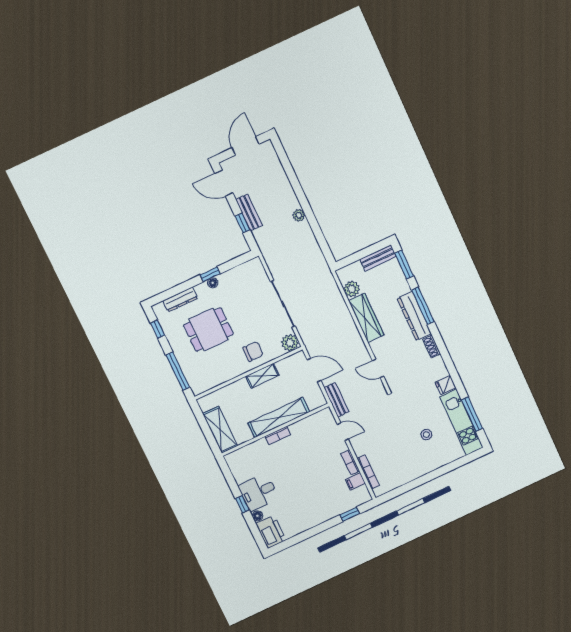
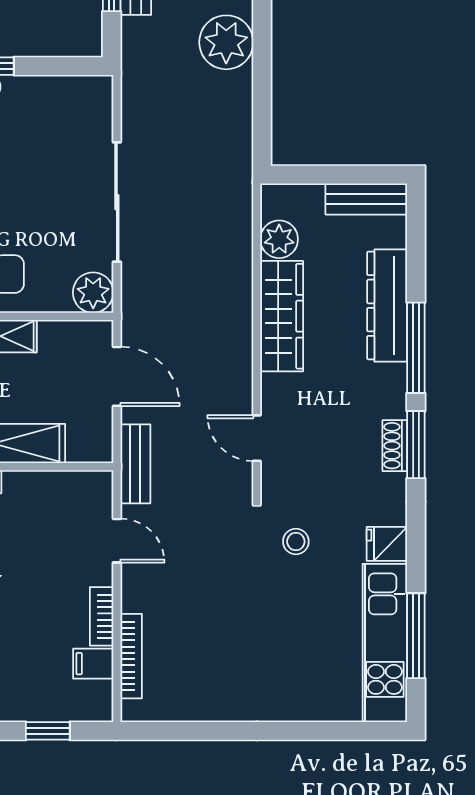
plant: (299, 215) -> (226, 42), width x1.87, depth x1.87
window: (404, 265) -> (416, 445), moved
dresser: (414, 316) -> (387, 306), moved
stool: (426, 435) -> (296, 542), moved

